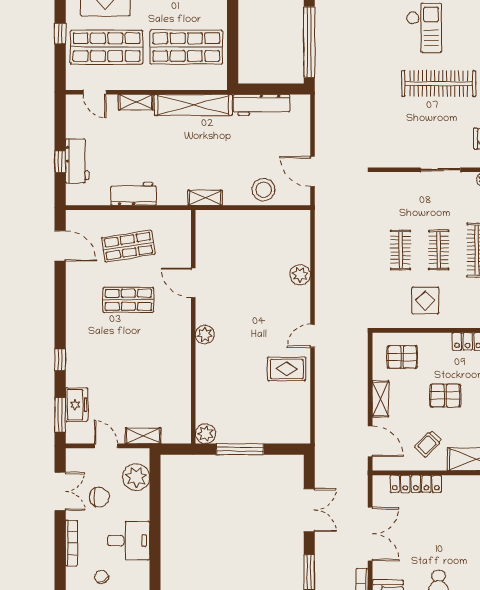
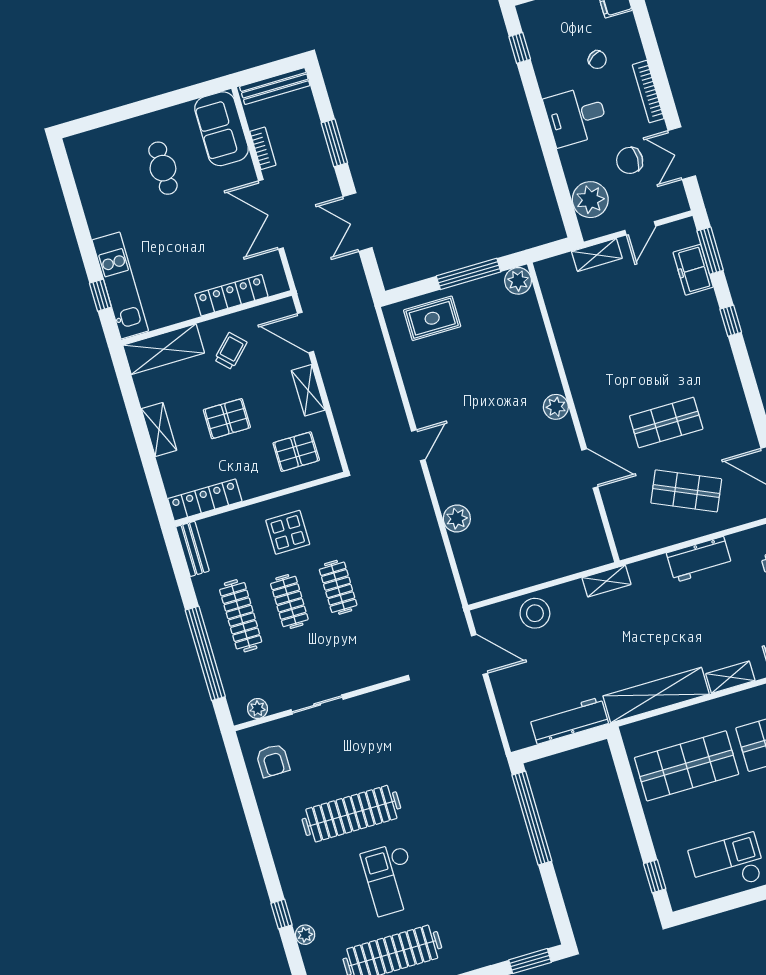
shop shelf: (128, 246) -> (686, 491), turned 33
rug: (287, 369) -> (432, 318), moved
door: (106, 446) -> (640, 228), hinge flipped

